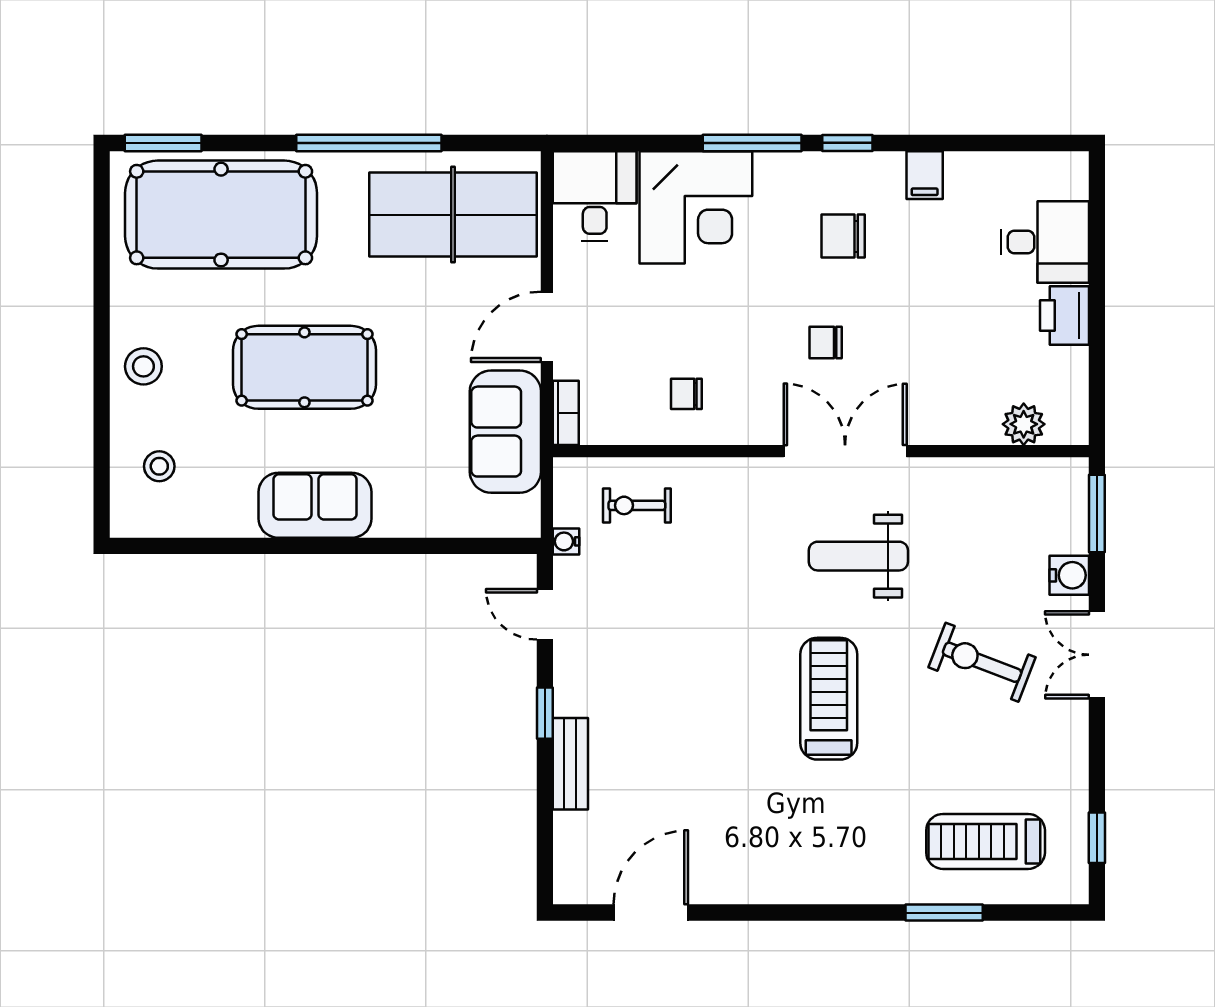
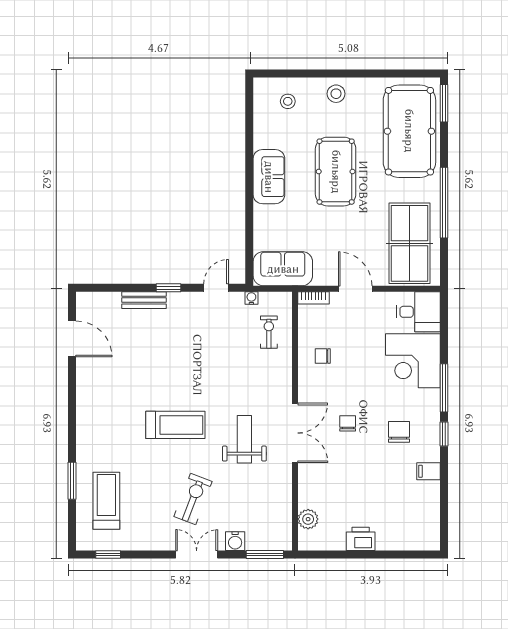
desk: (1045, 242) -> (396, 529), removed
chair: (686, 394) -> (323, 356), turned -90
sofa: (505, 432) -> (283, 269), moved

